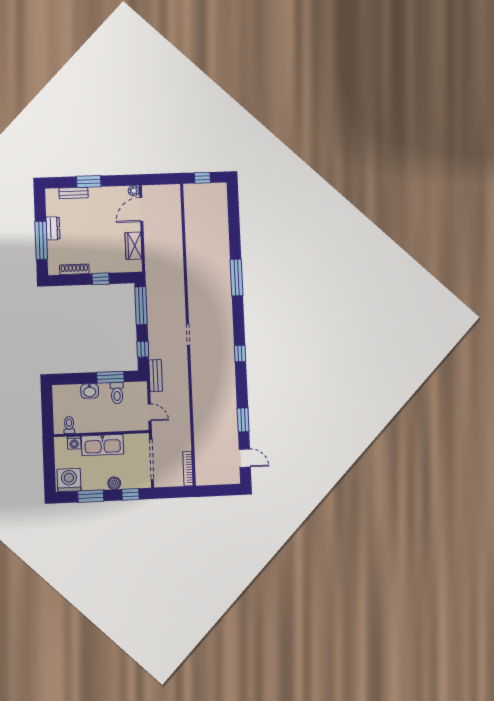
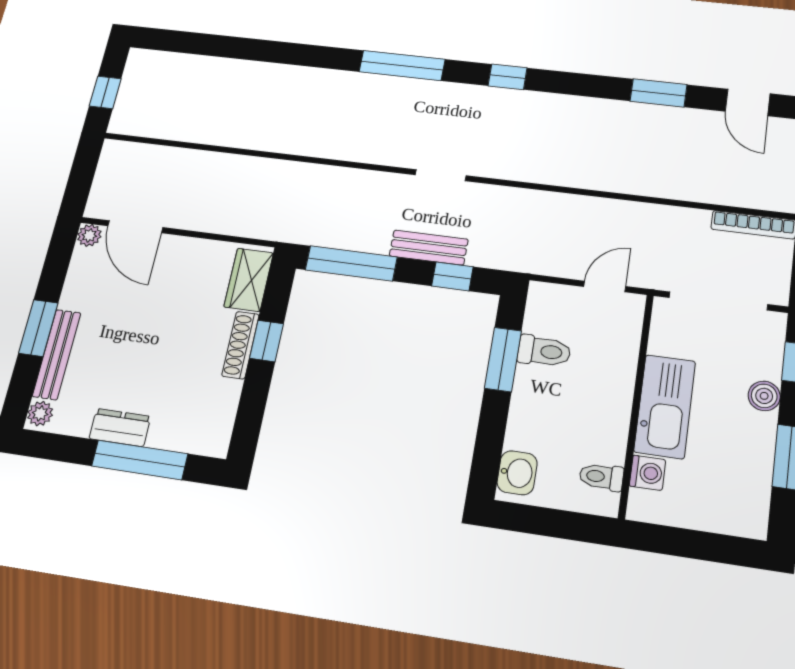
bench: (74, 193) -> (57, 354), width x1.36
plant: (53, 194) -> (40, 413), added
wardrobe: (133, 246) -> (249, 280), moved, turned 90
shoe rack: (74, 269) -> (241, 345), moved
window: (236, 277) -> (402, 66), moved
bench: (156, 376) -> (429, 248), moved
washbasin: (90, 391) -> (517, 473), moved
door: (245, 458) -> (748, 102), swing flipped
washing machine: (69, 480) -> (740, 503), removed

